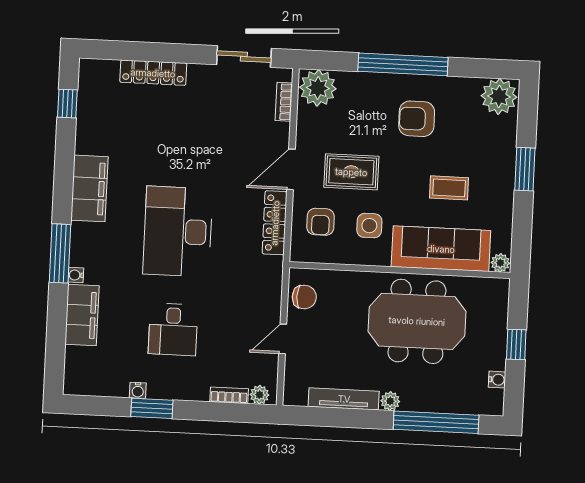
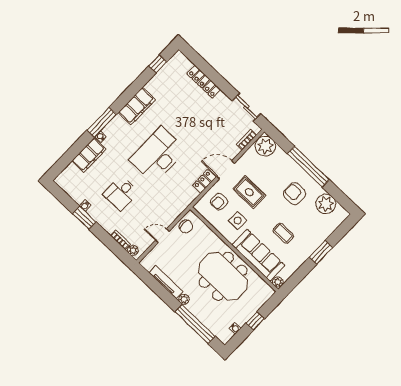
plant: (499, 96) -> (326, 204), moved
locker: (275, 223) -> (204, 181), width x0.66

